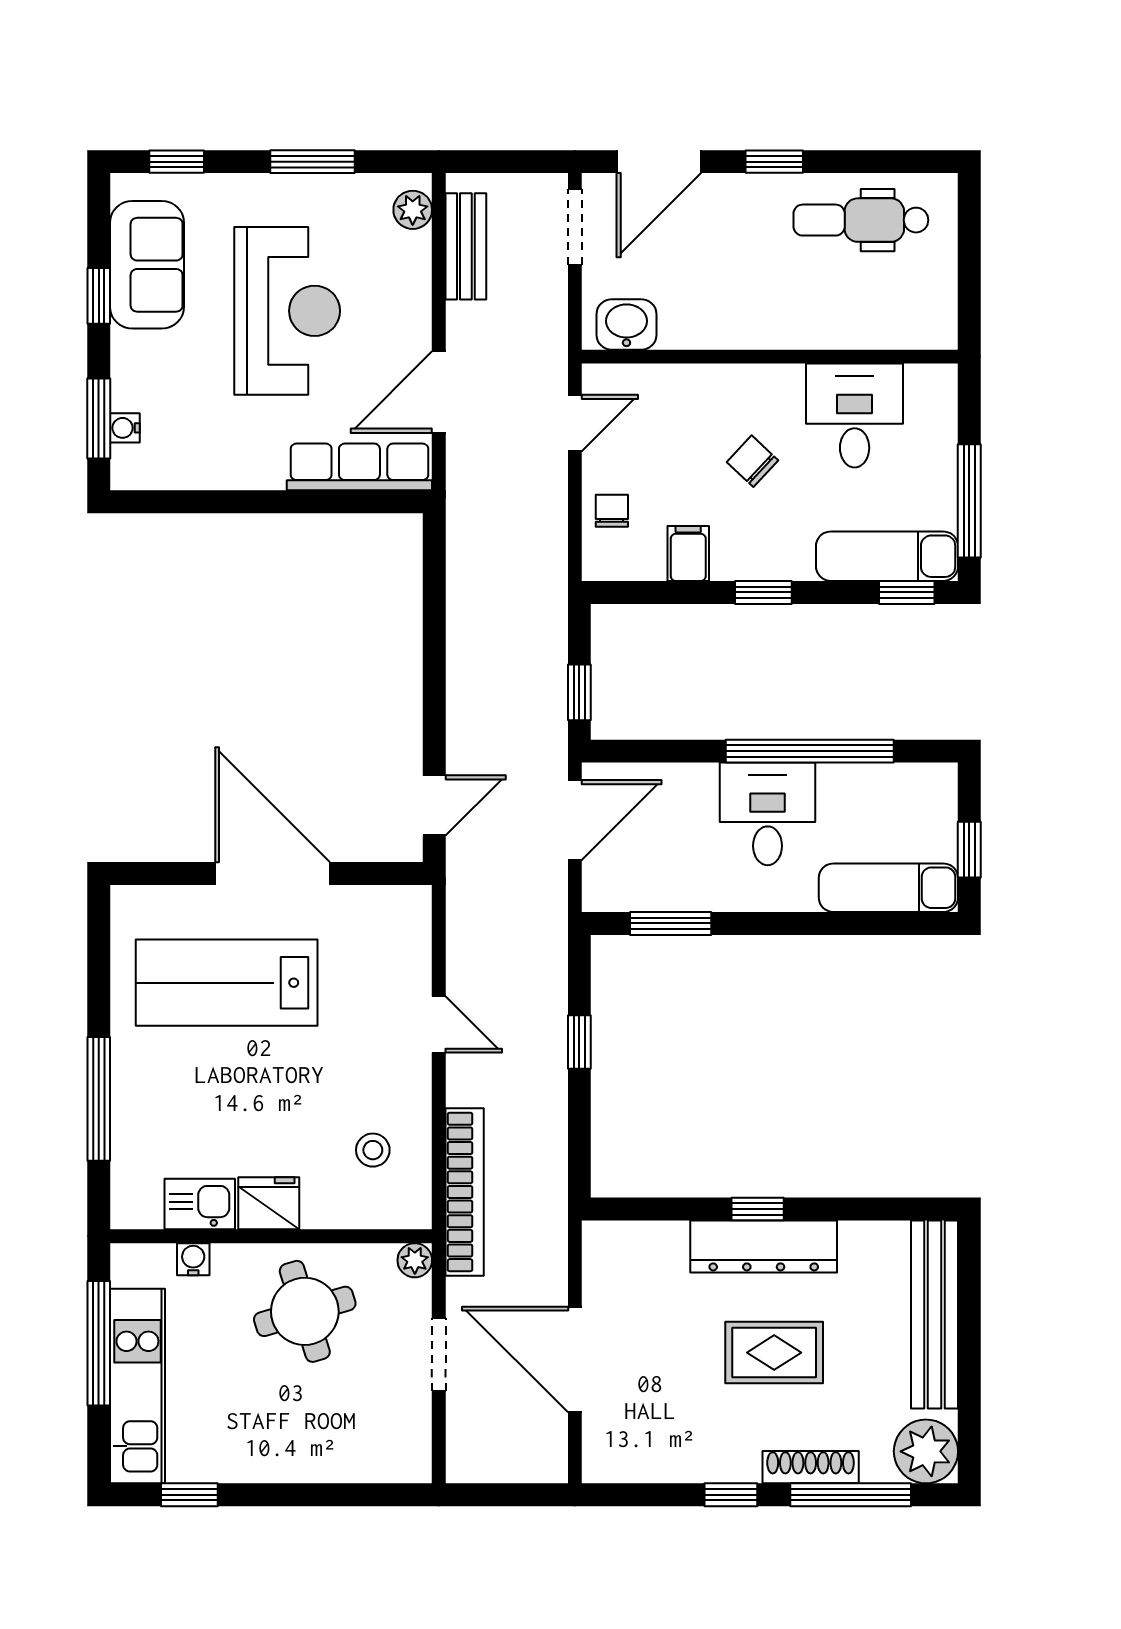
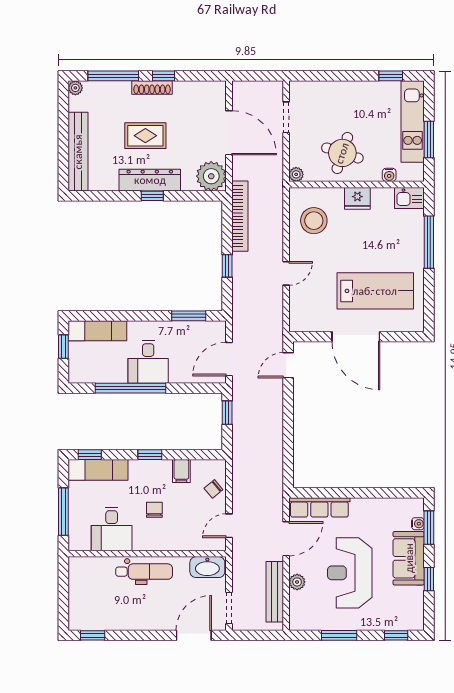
window: (774, 162) -> (93, 635), moved
plant: (413, 210) -> (297, 582), moved
dental chair: (861, 220) -> (144, 572), moved
bench: (466, 246) -> (275, 592), width x1.36
sofa: (147, 265) -> (409, 558), moved
washbasin: (626, 325) -> (207, 567), width x1.38
chair: (752, 461) -> (154, 510), turned -133
window: (969, 501) -> (63, 512), moved
chair: (612, 511) -> (213, 489), turned 50
door: (439, 1024) -> (286, 273), swing flipped
stool: (373, 1150) -> (314, 221), width x1.89, depth x1.89
bookcase: (465, 1192) -> (240, 216), moved, turned 180
kitchen sink: (200, 1204) -> (409, 198), moved
plant: (617, 1256) -> (211, 176), added
round table: (305, 1311) -> (342, 153), turned 35
window: (99, 1343) -> (429, 140), width x0.69
doorway: (439, 1355) -> (286, 117), moved
plant: (926, 1451) -> (75, 88), width x0.53, depth x0.53
shoe rack: (811, 1467) -> (152, 88), moved

